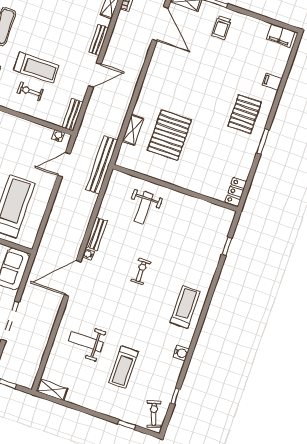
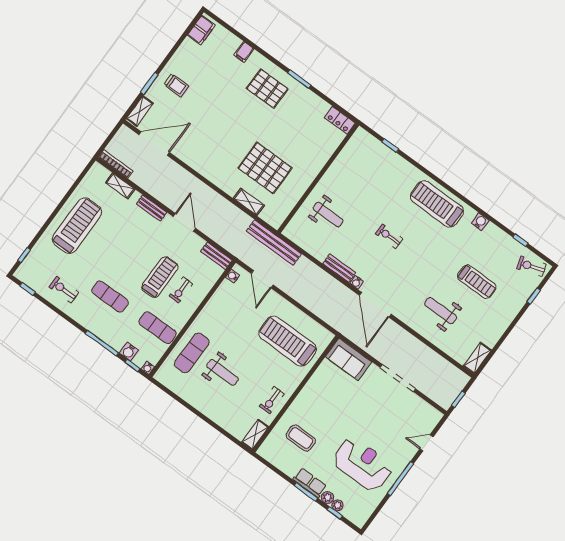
treadmill: (185, 307) -> (437, 204), width x1.37, depth x1.38
weight bench: (86, 342) -> (441, 311), turned 90

